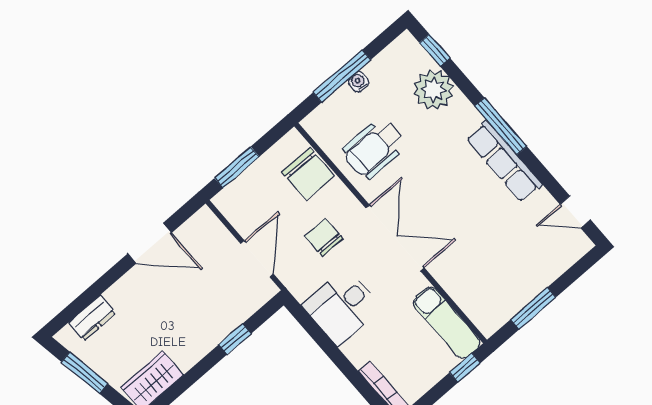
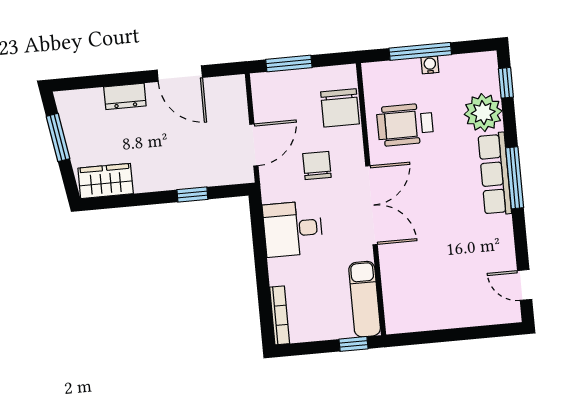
row of seats: (504, 161) -> (495, 174), moved
window: (533, 308) -> (439, 336), removed
dresser: (92, 318) -> (125, 96), moved

